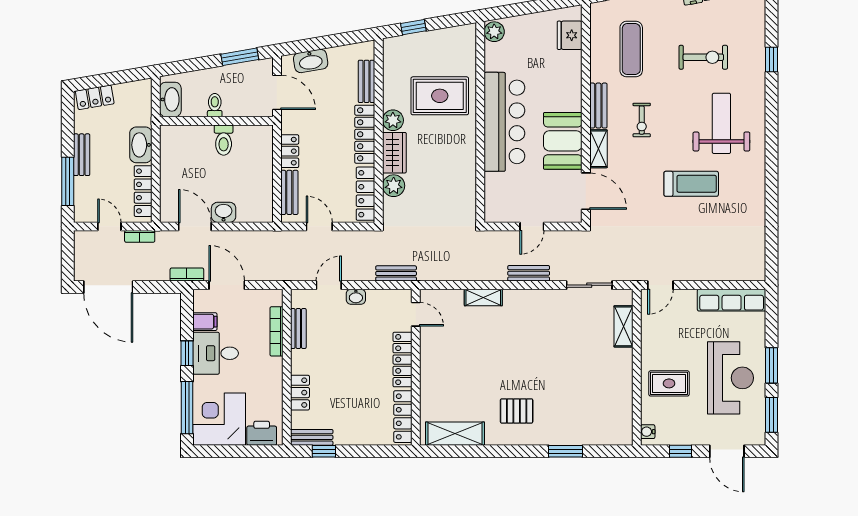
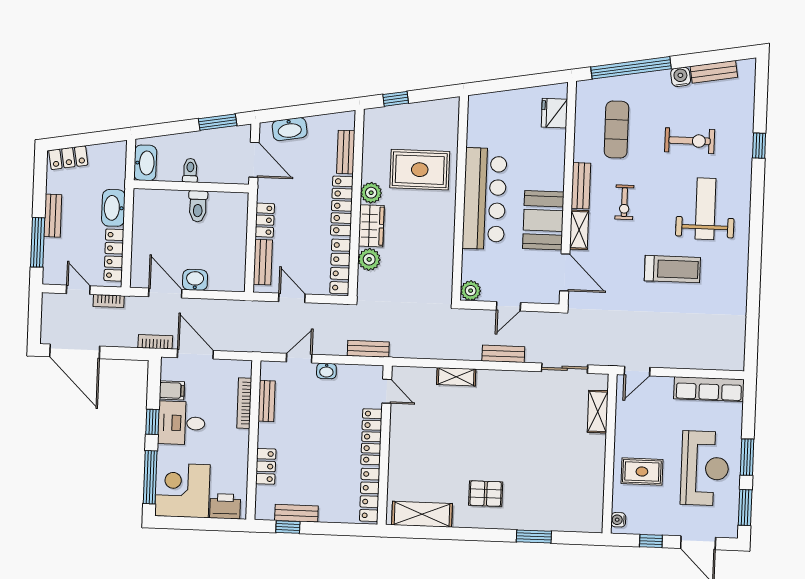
plant: (494, 32) -> (471, 291), moved
bench: (312, 437) -> (296, 513), moved

